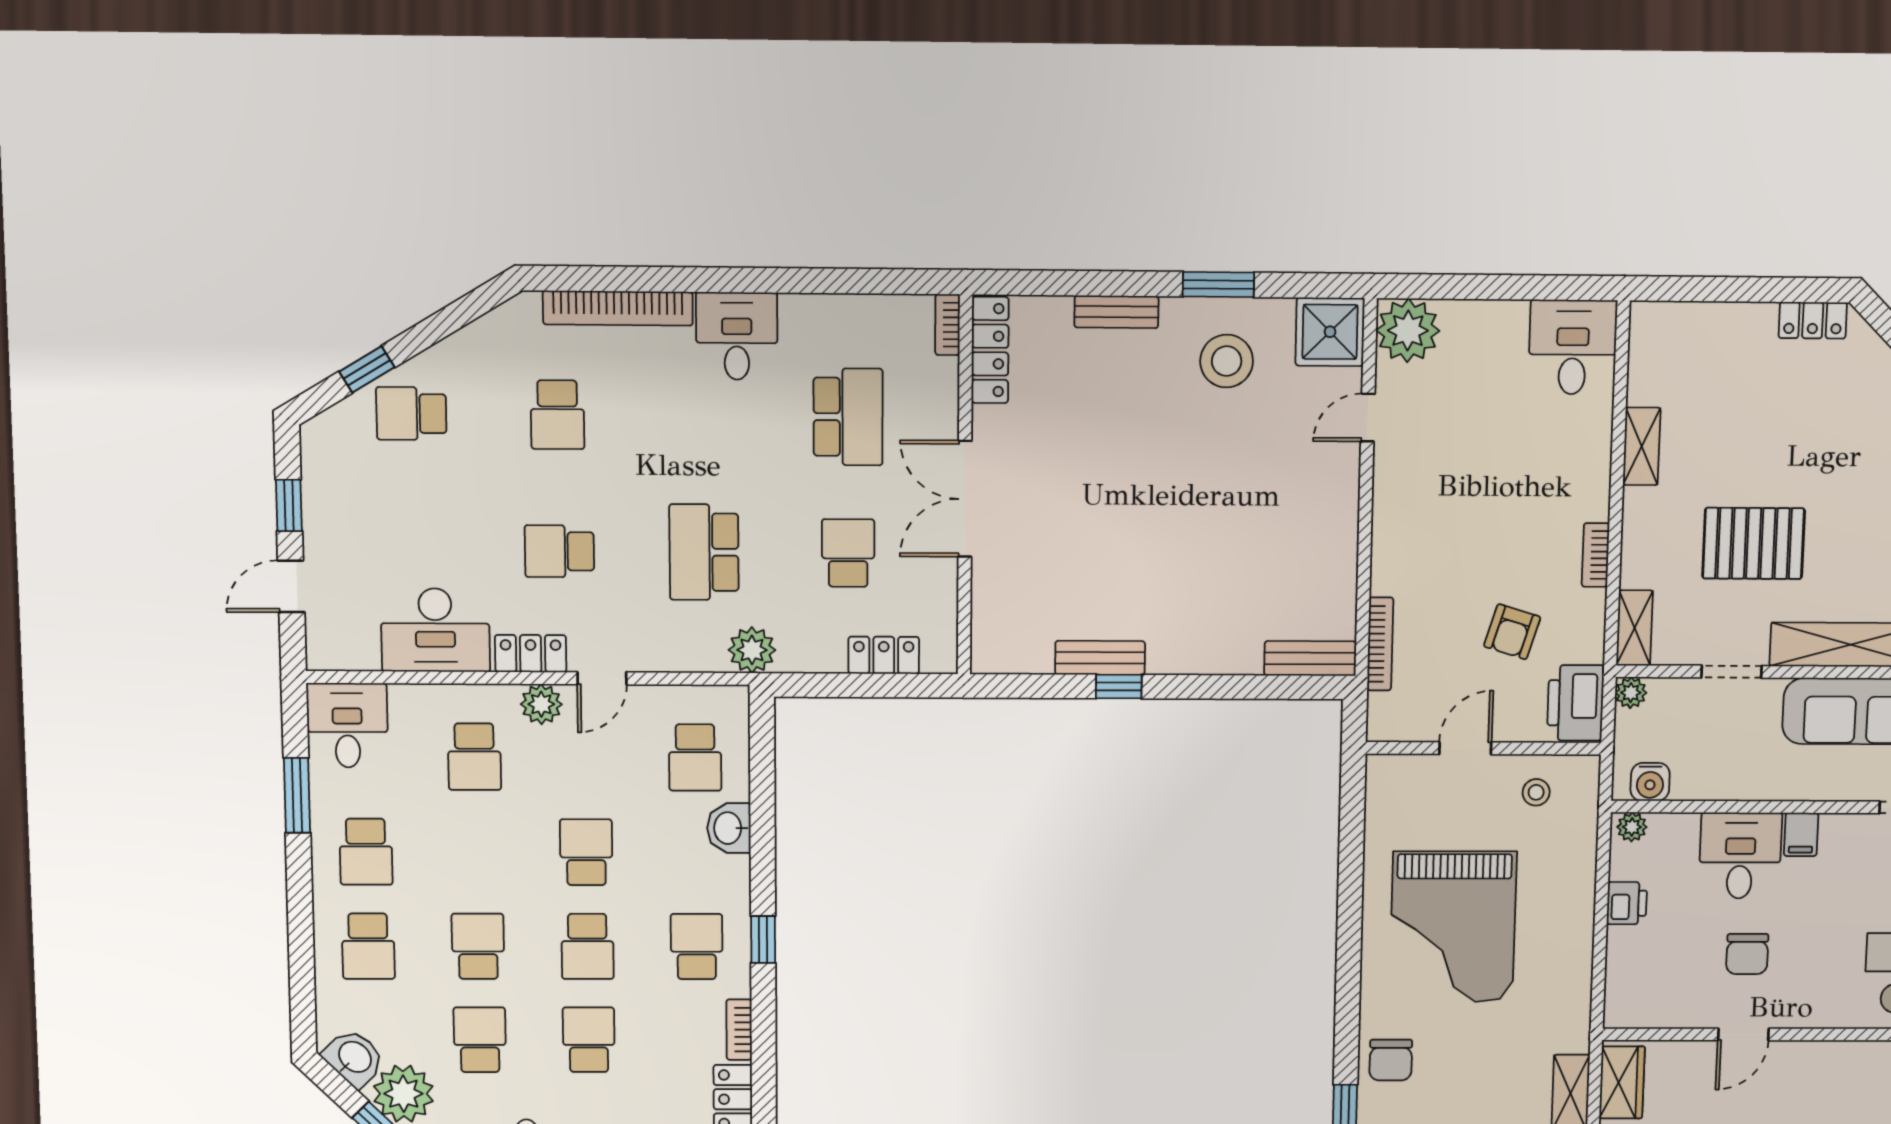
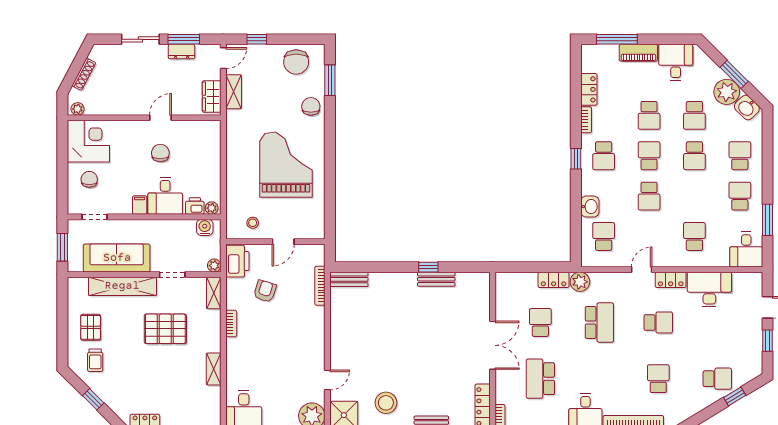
school desk: (848, 553) -> (540, 322), turned 180
locker: (884, 655) -> (554, 280), moved
plant: (541, 704) -> (667, 259), removed
printer: (1627, 903) -> (195, 206), moved, turned 90

